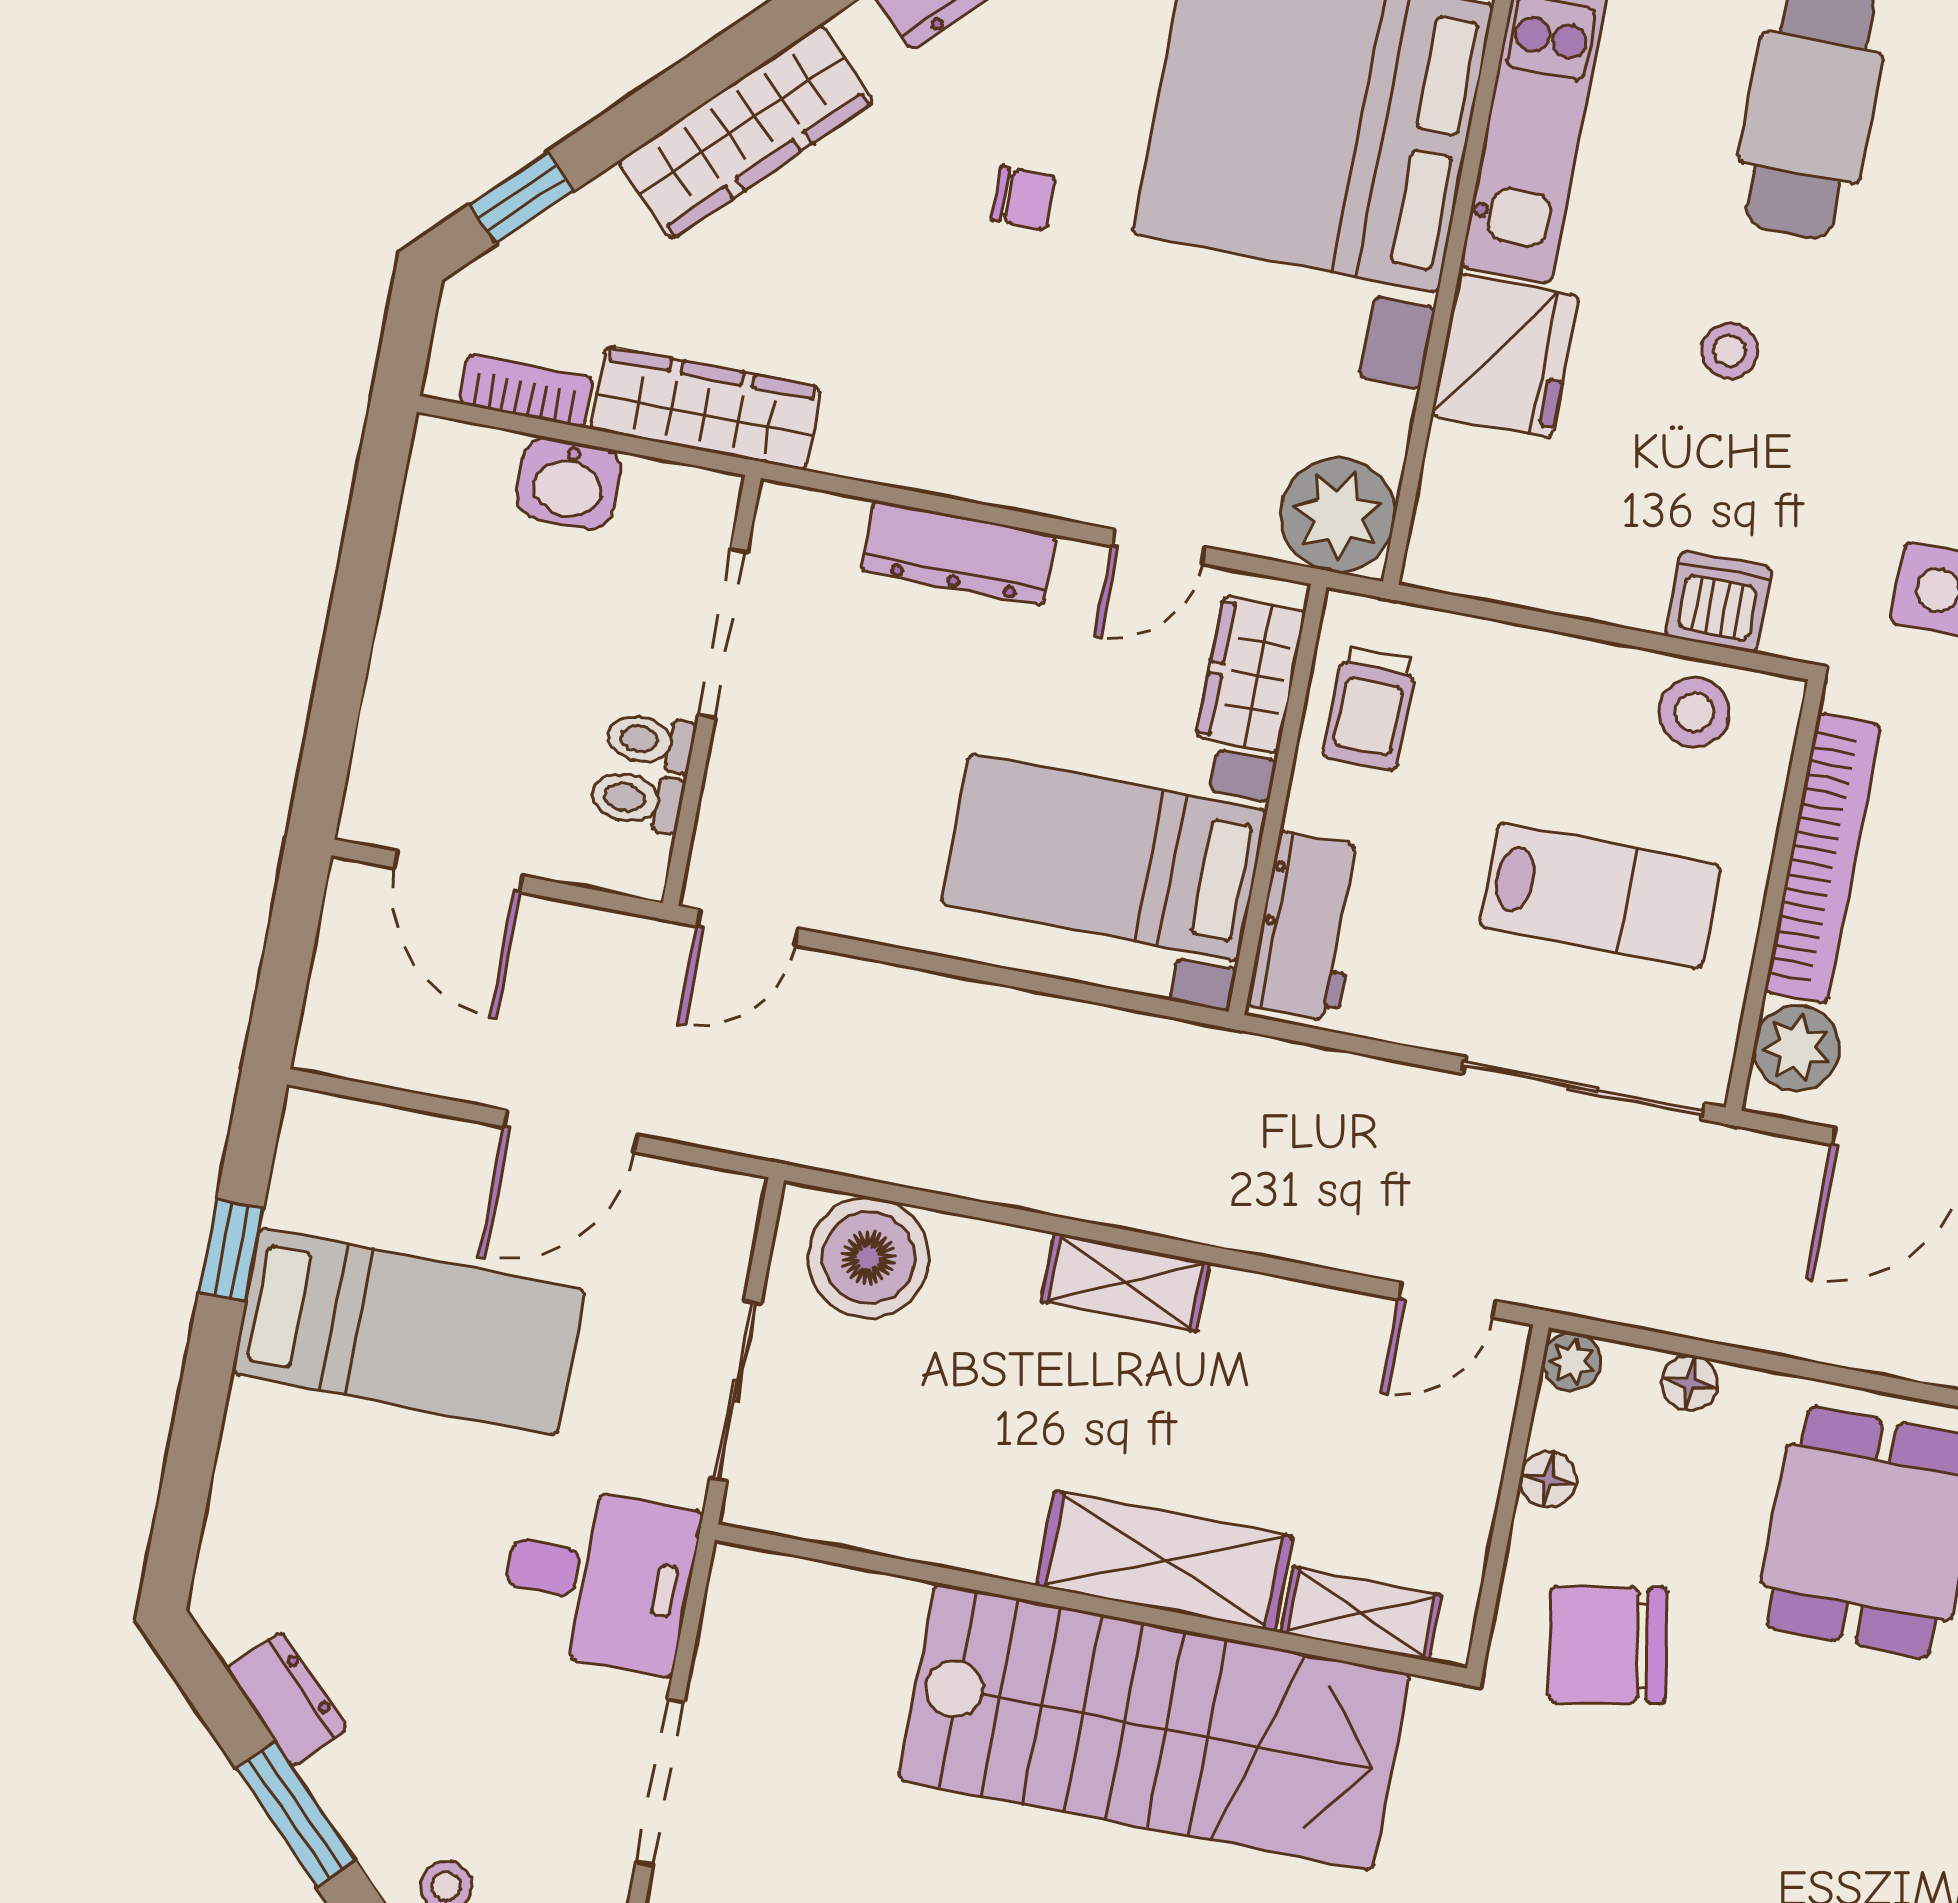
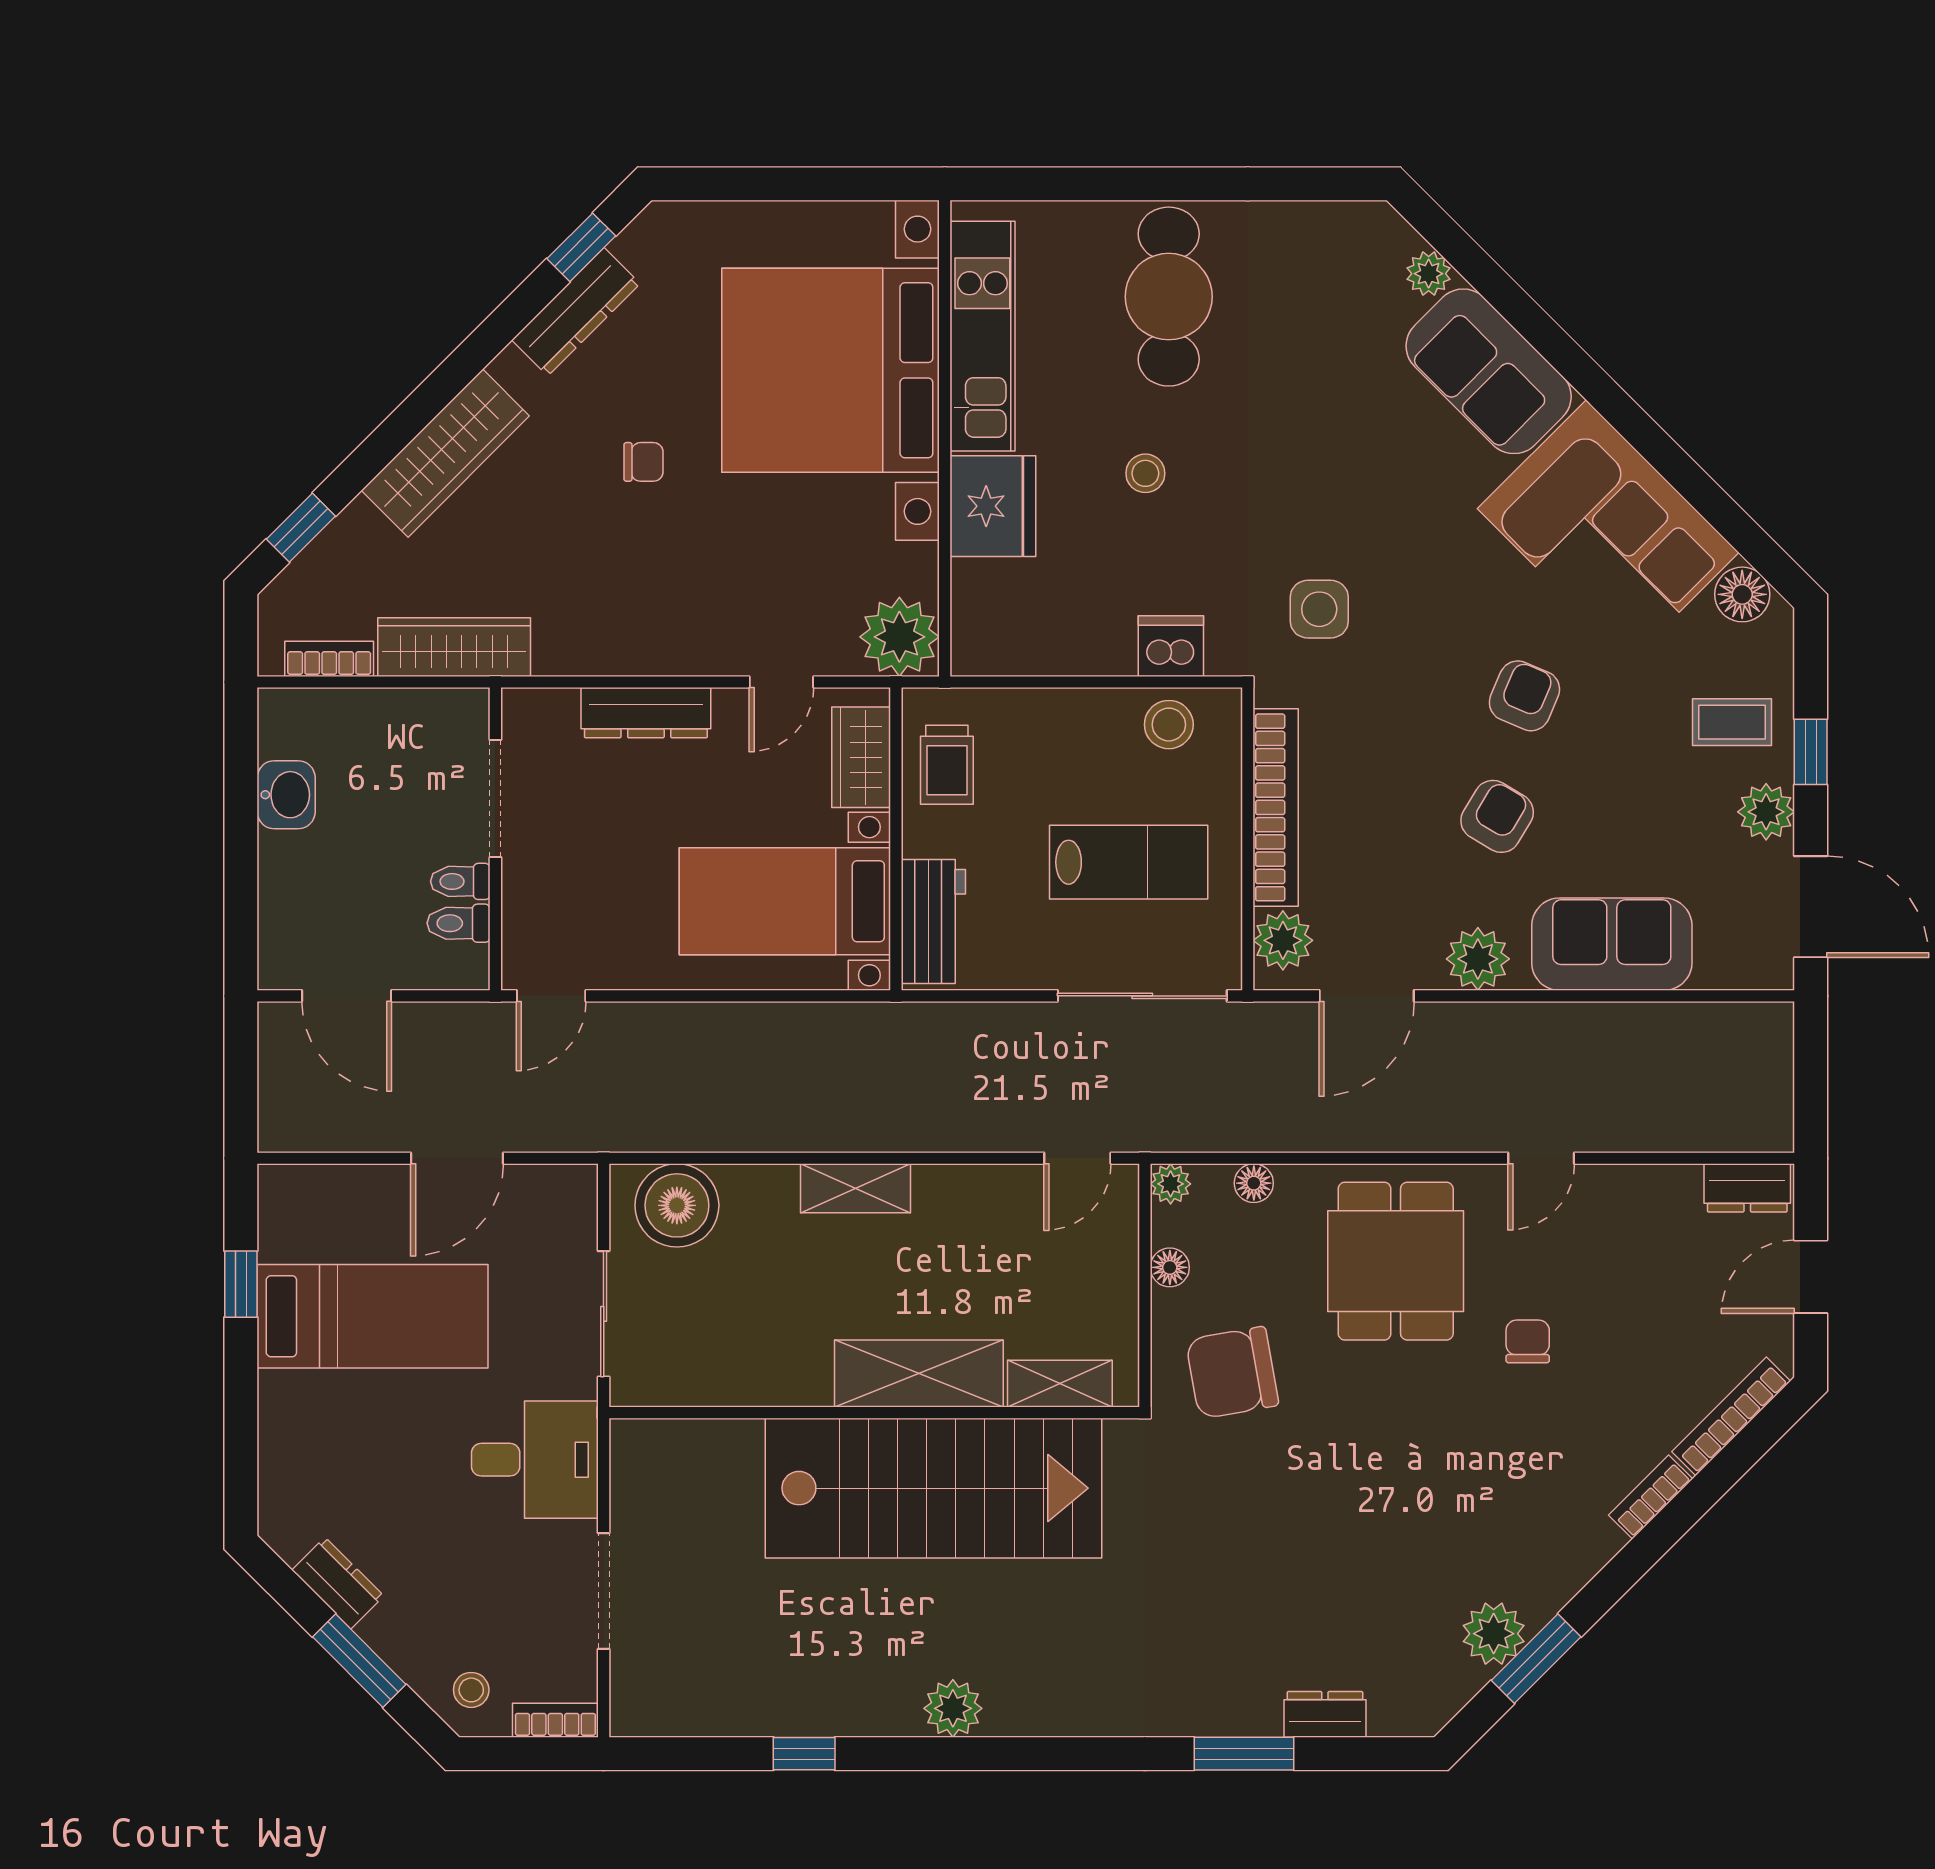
washbasin: (568, 483) -> (286, 795), moved, turned -90

